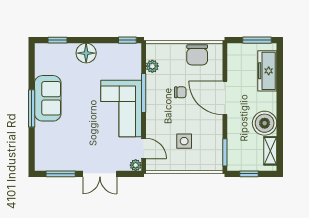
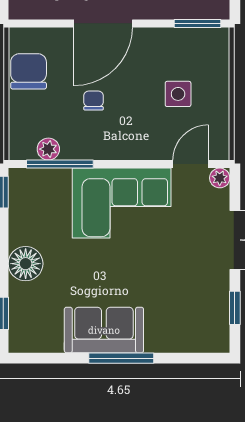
chair: (197, 55) -> (29, 71), turned -90
window: (144, 93) -> (60, 164), moved
window: (61, 174) -> (235, 308), width x0.67

